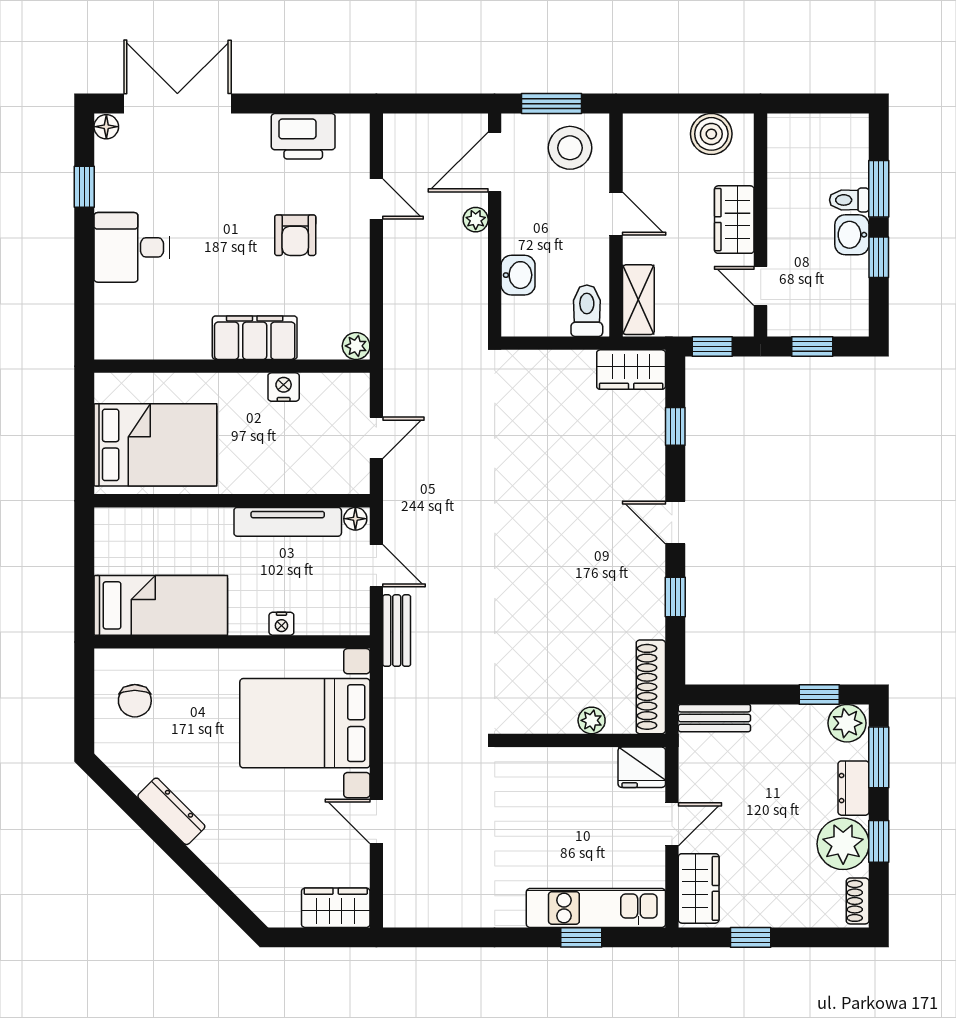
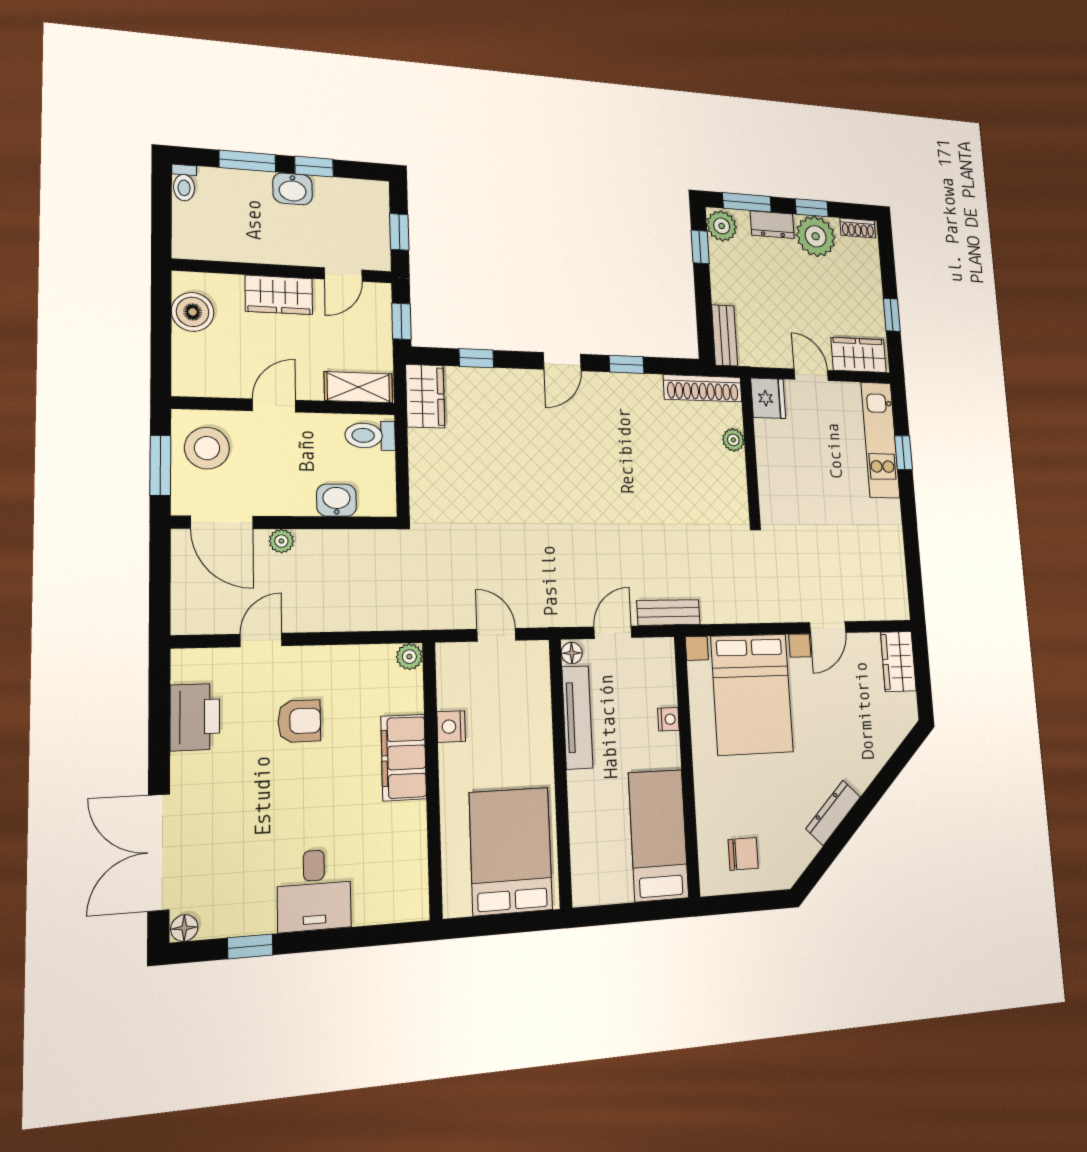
toilet: (849, 200) -> (184, 183), moved

